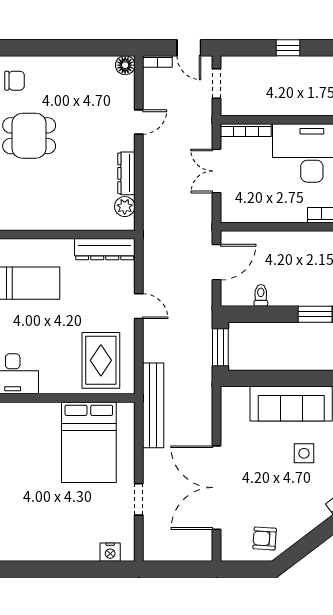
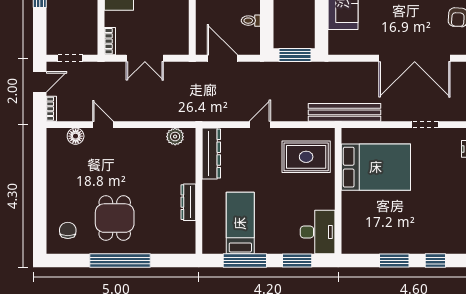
floor lamp: (125, 65) -> (76, 136), moved
bookcase: (246, 130) -> (110, 41), width x0.64
dresser: (126, 173) -> (188, 202), moved, turned 90

